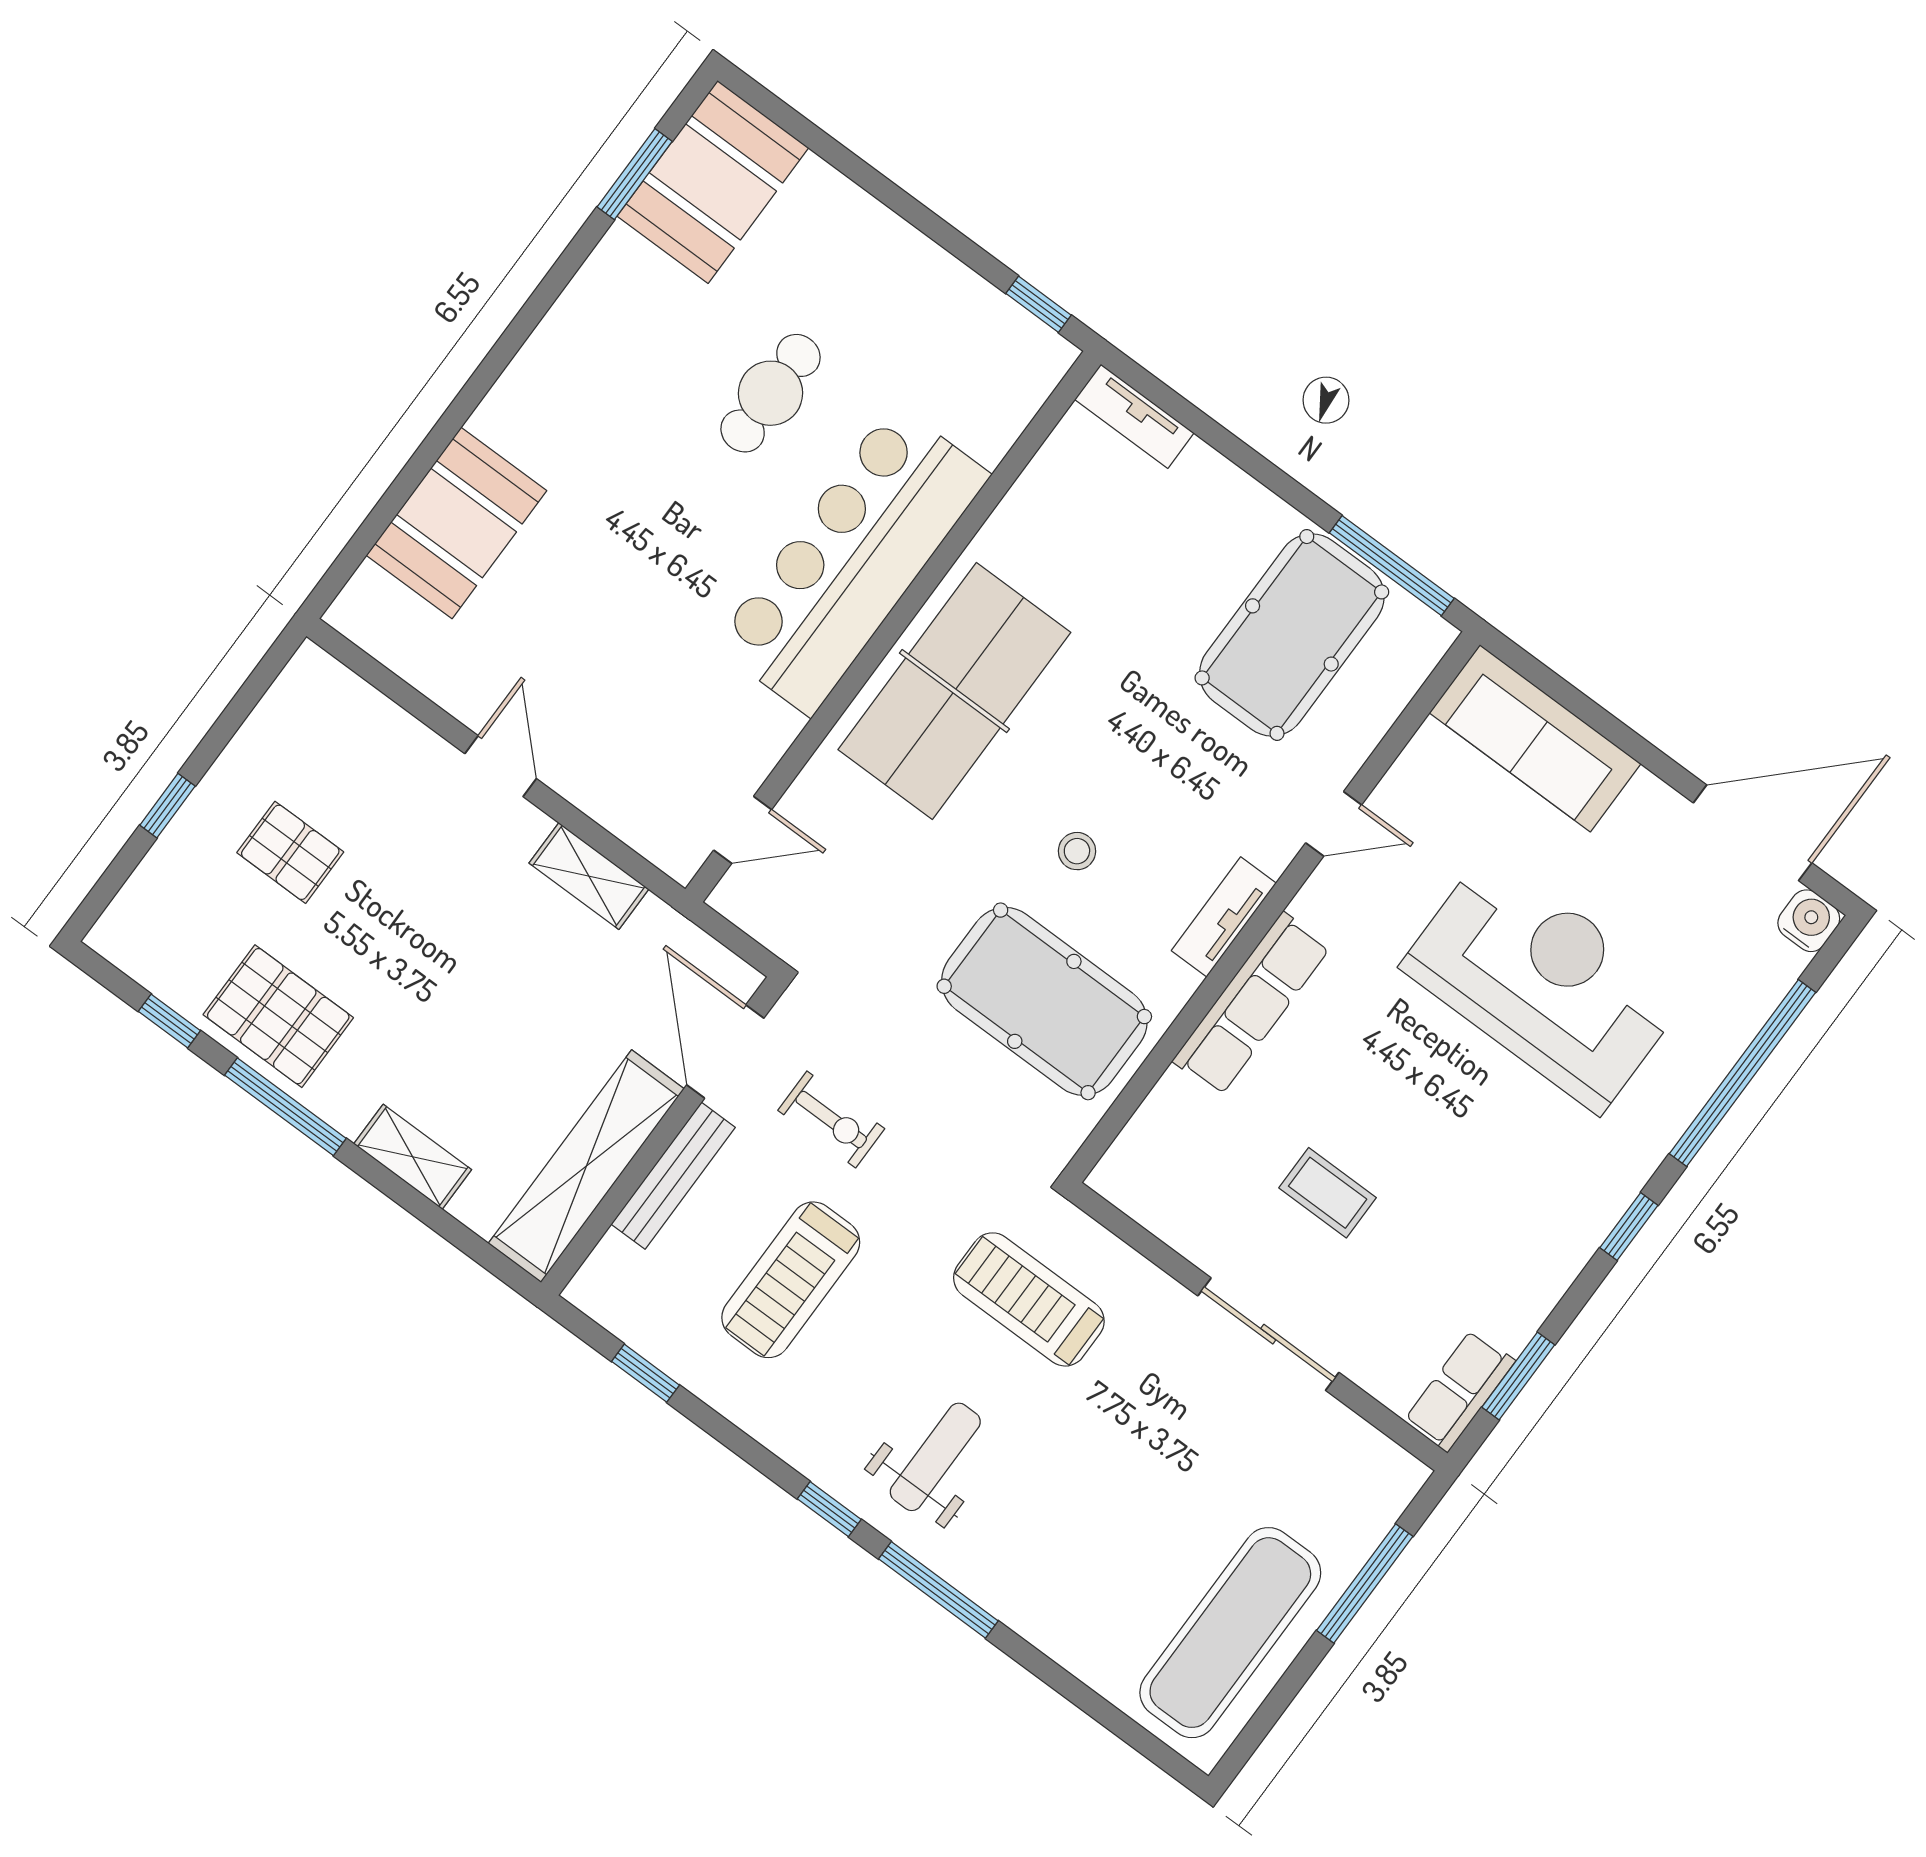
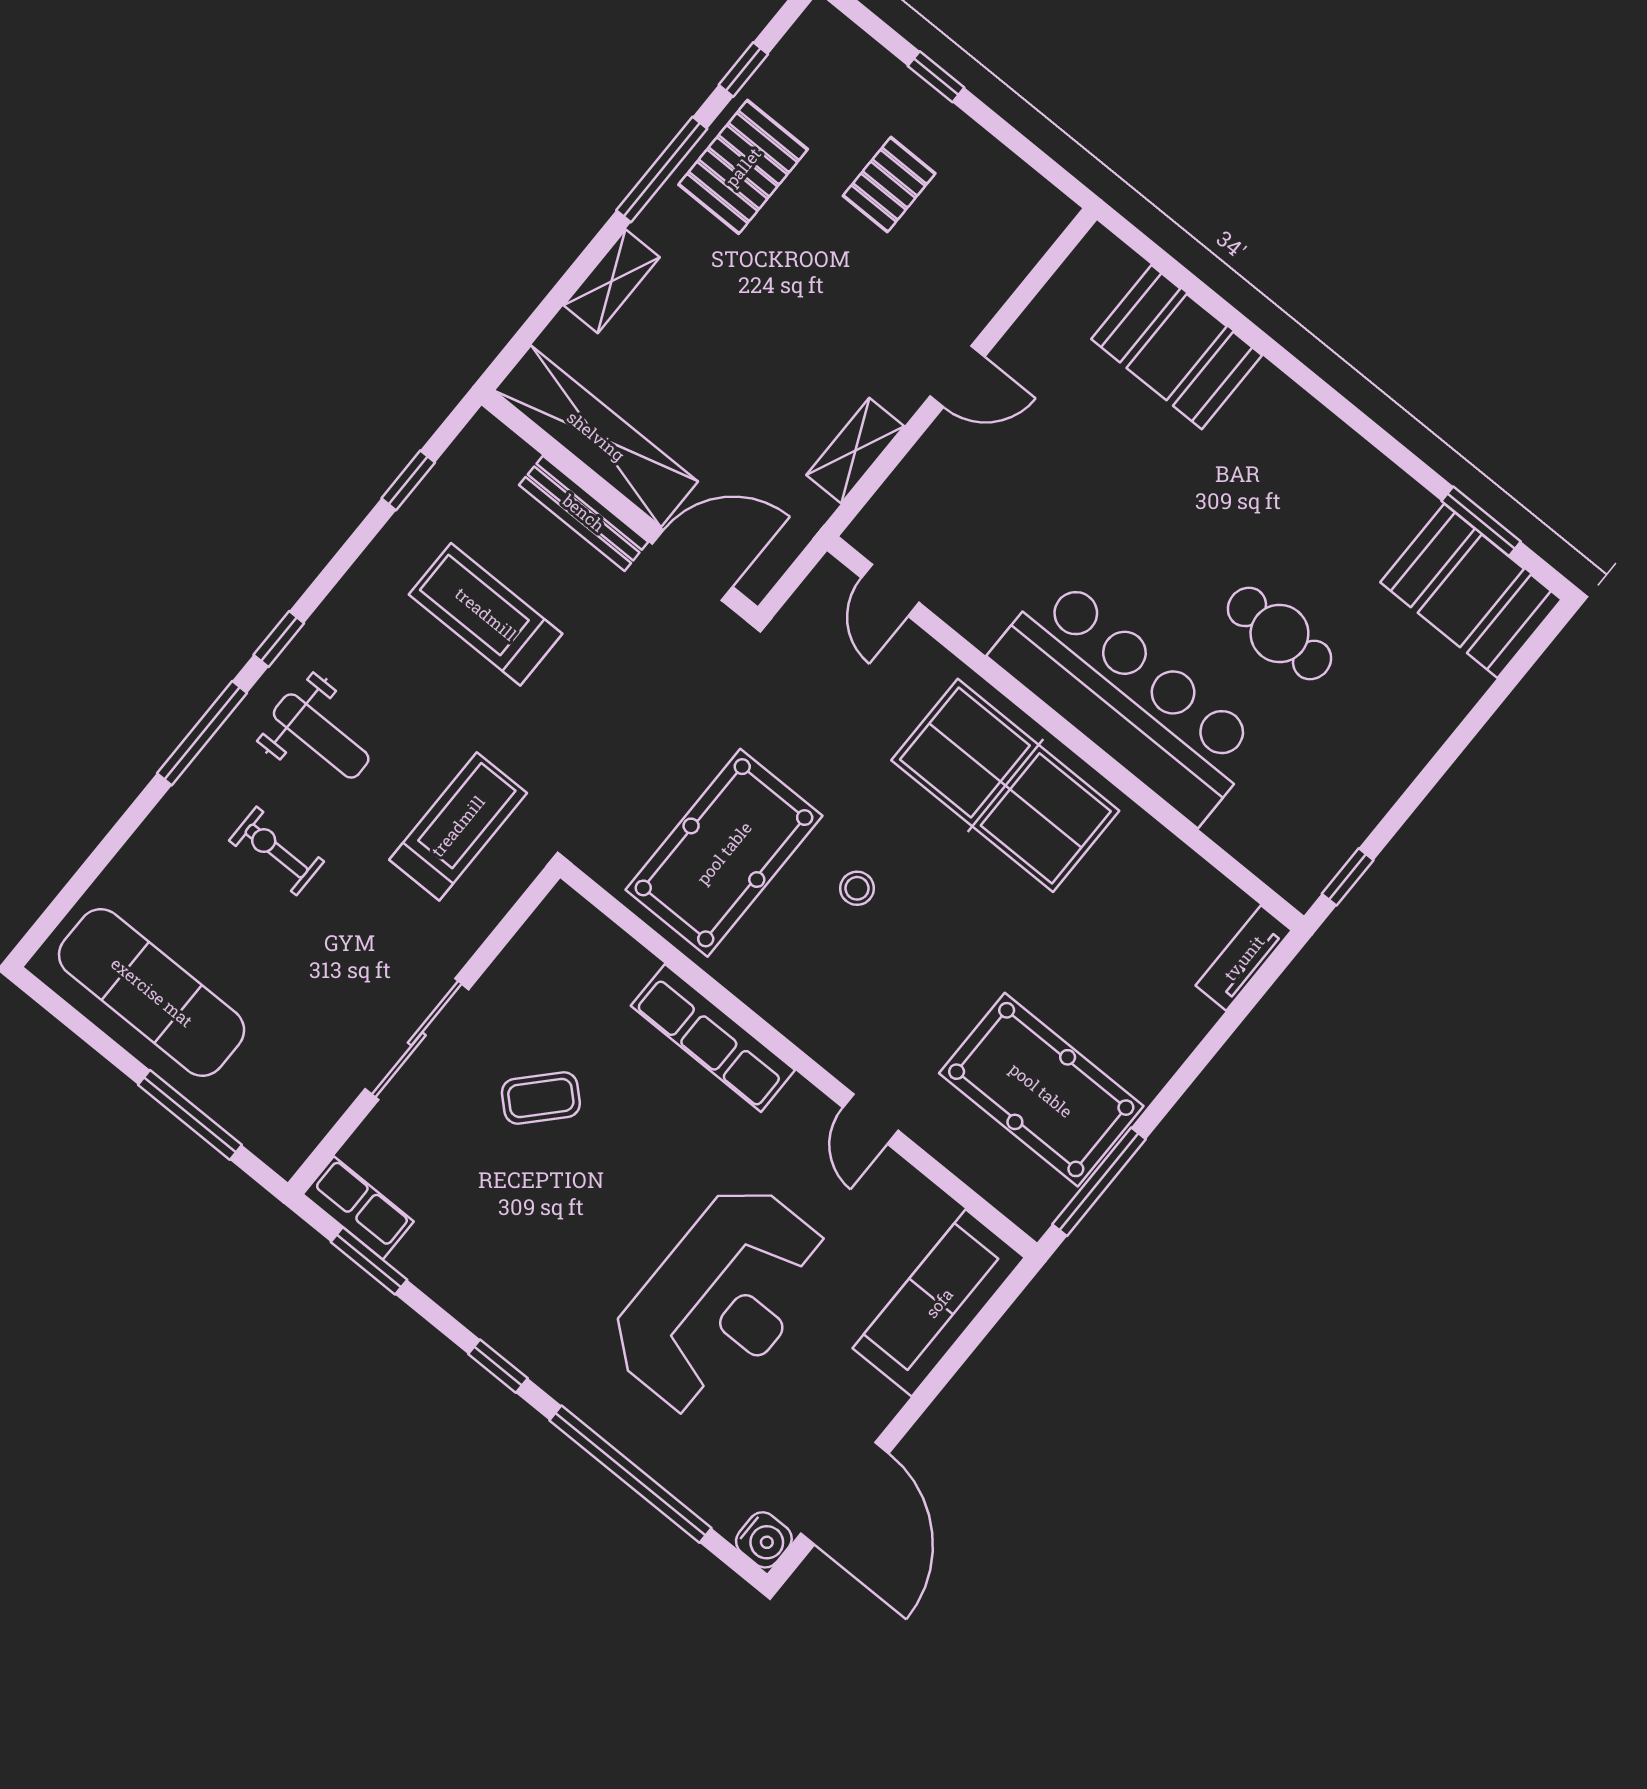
tv unit: (1224, 917) -> (792, 1017), removed
exercise bike: (831, 1119) -> (276, 851), moved, turned 90
coffee table: (1328, 1193) -> (541, 1098), turned 43

